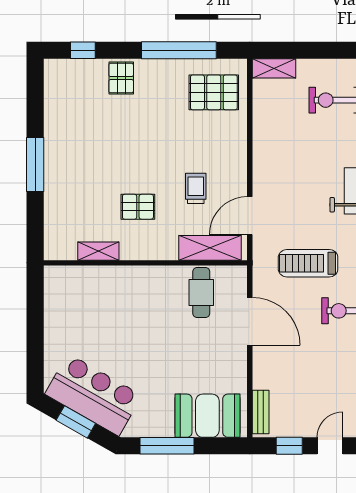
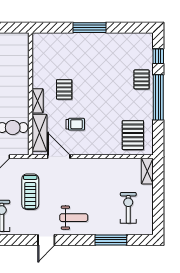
window: (179, 50) -> (158, 97), moved
pallet: (121, 78) -> (142, 79), turned 90
shelving: (98, 251) -> (38, 101), moved
treadmill: (308, 263) -> (30, 192), turned 180

